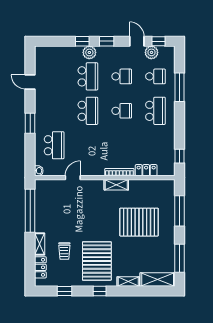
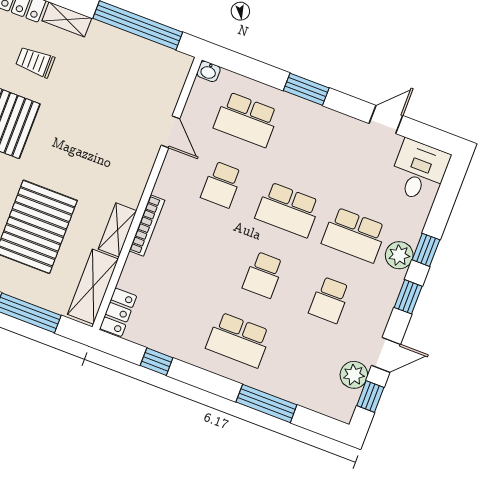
desk: (48, 58) -> (419, 171), added
school desk: (155, 76) -> (222, 184), moved
window: (179, 156) -> (157, 362), moved
locker: (146, 170) -> (118, 312), moved
shelving: (116, 185) -> (117, 230), moved
shelving: (156, 186) -> (93, 287), added

